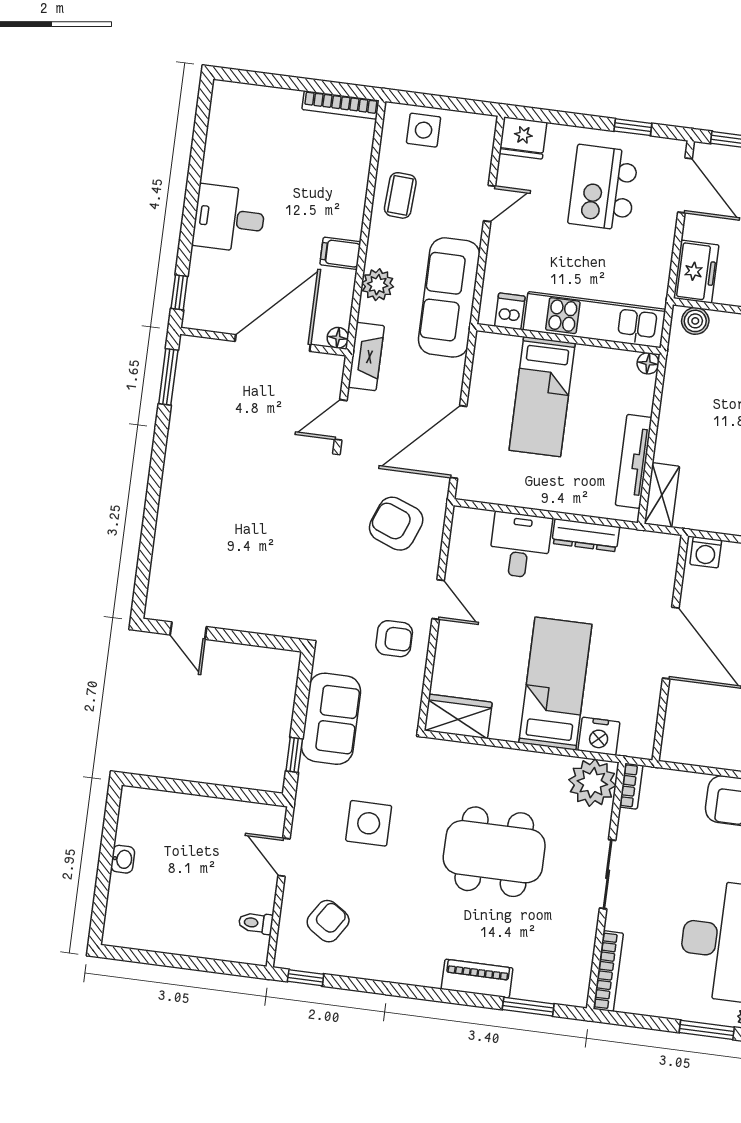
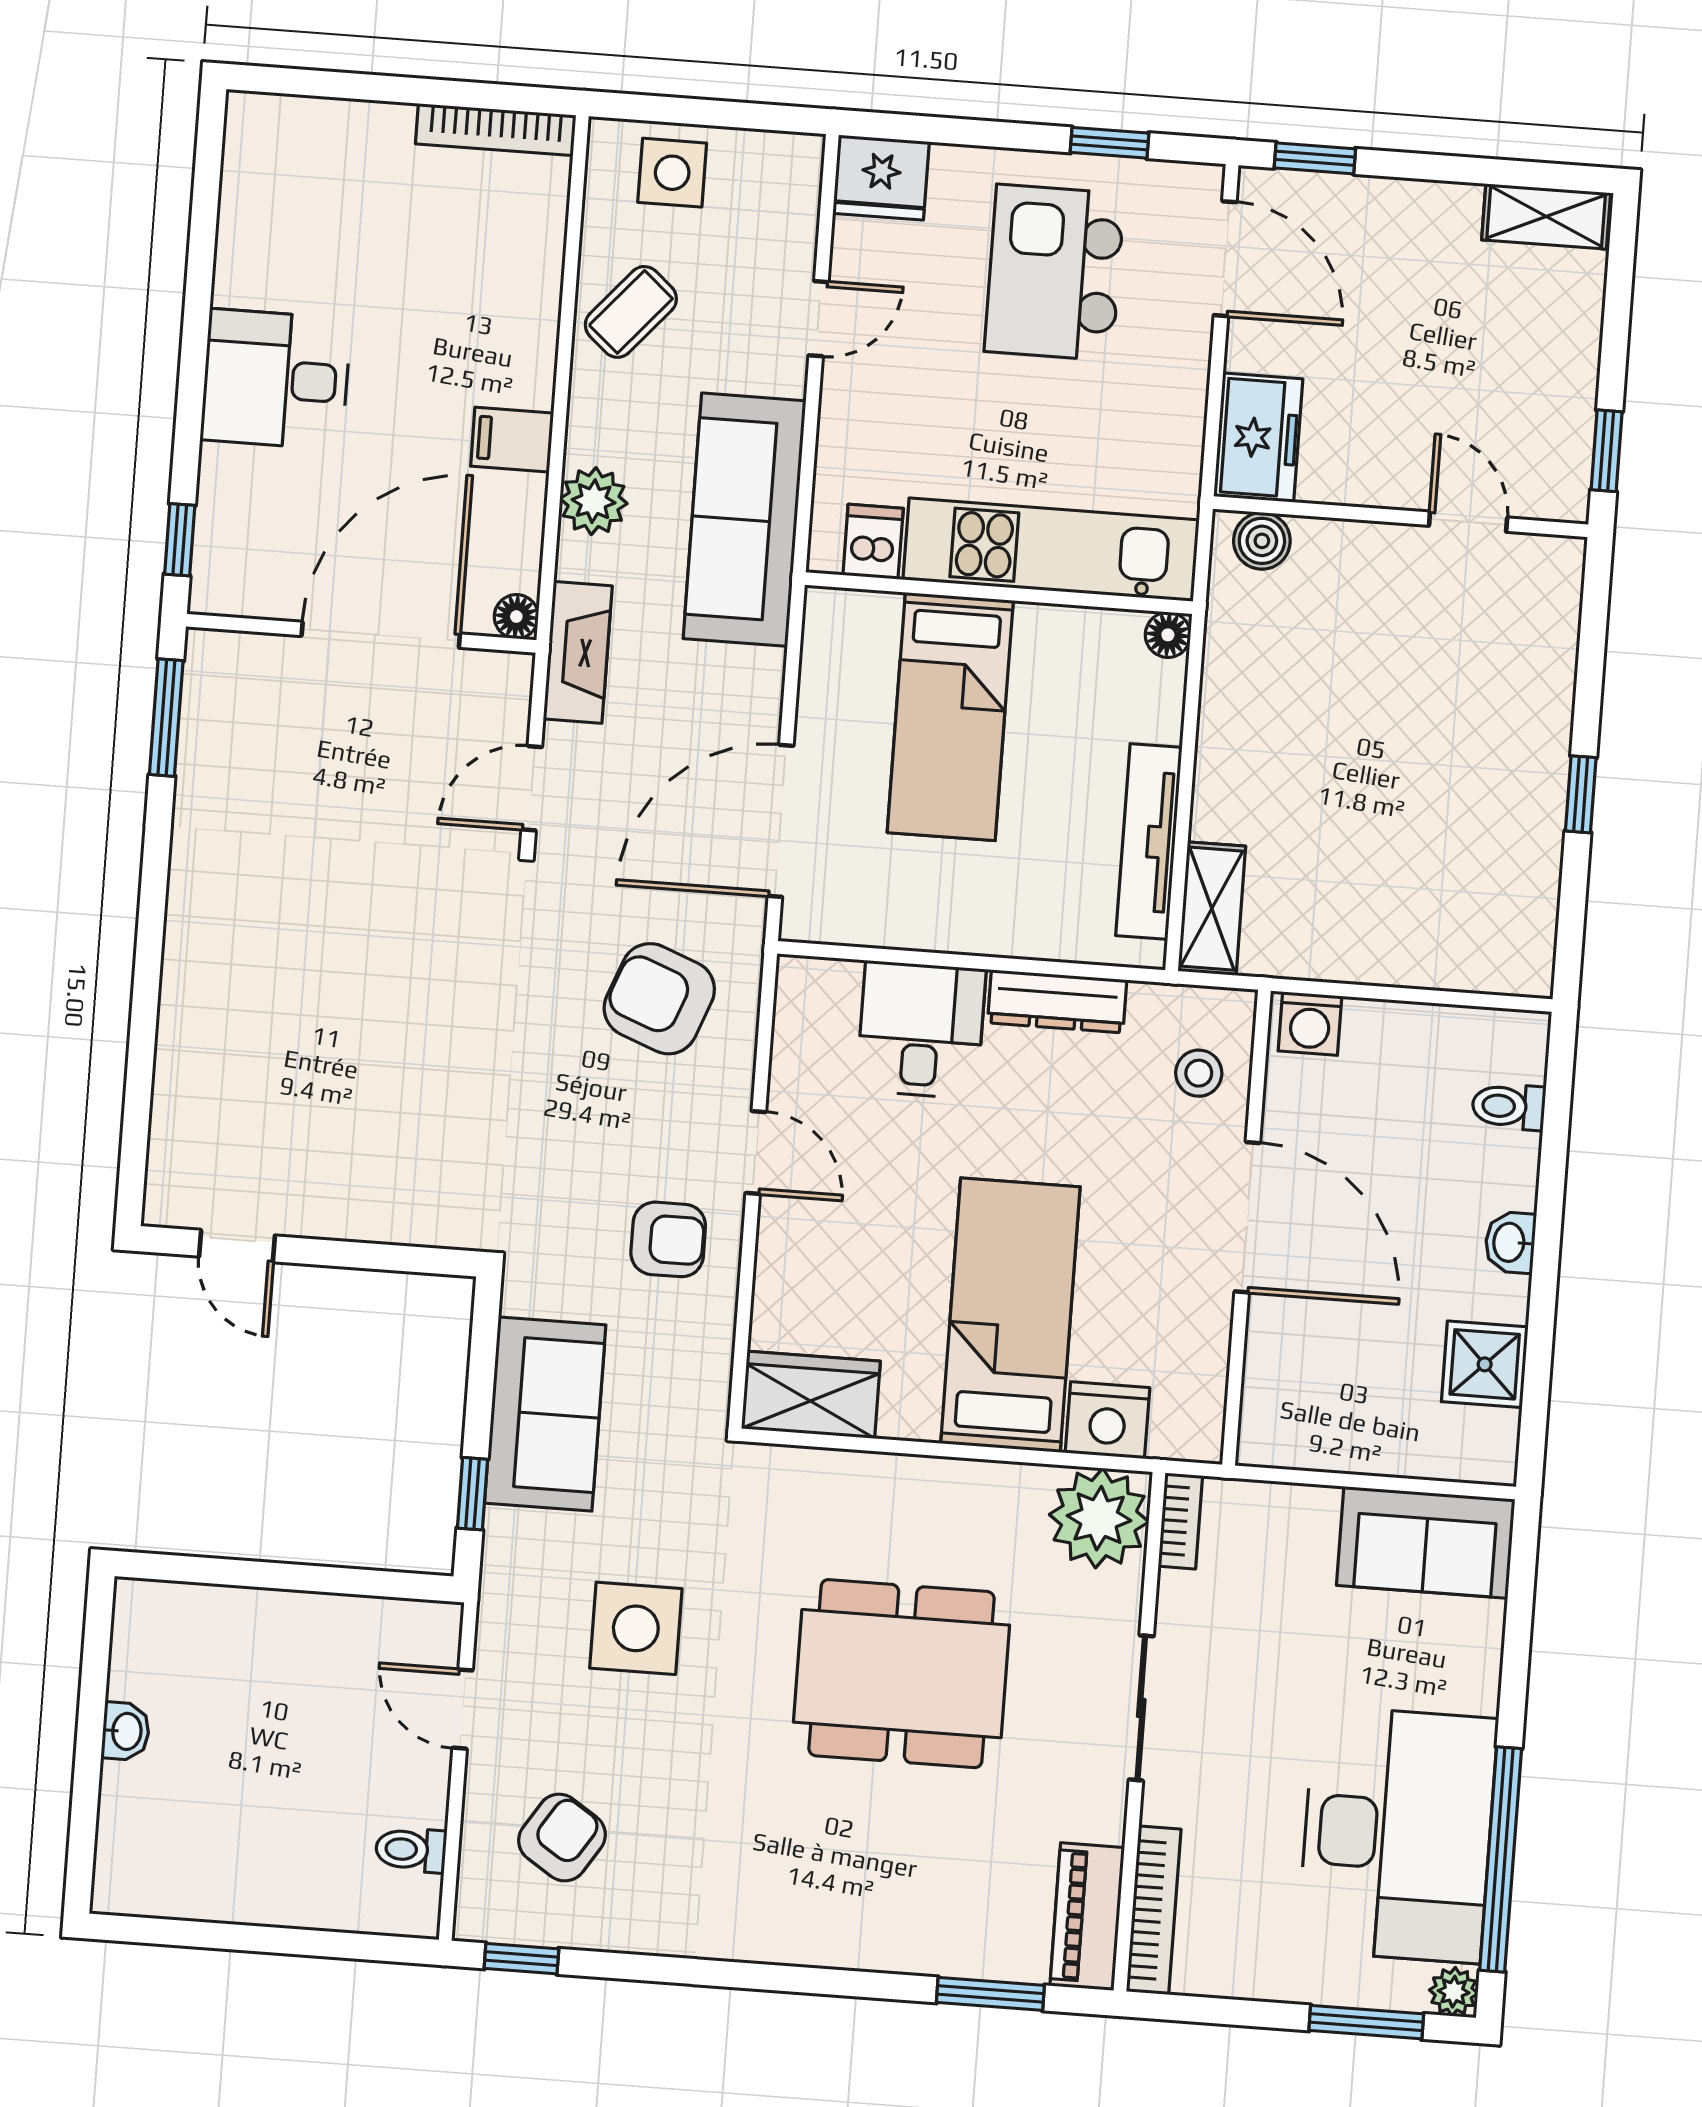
coffee table: (400, 195) -> (631, 312), turned 38
stool: (651, 573) -> (1199, 1073), added
piano: (477, 979) -> (1087, 1917), moved, turned -90

